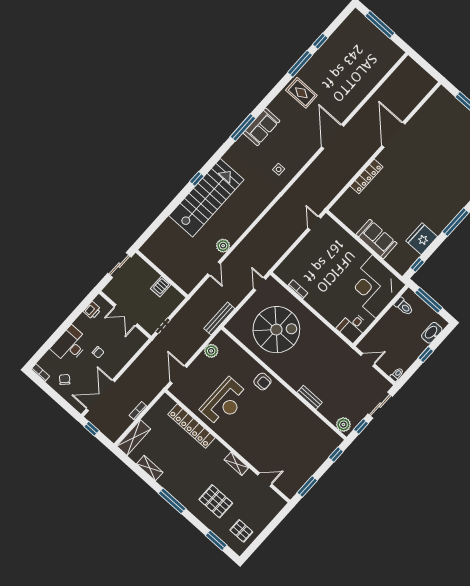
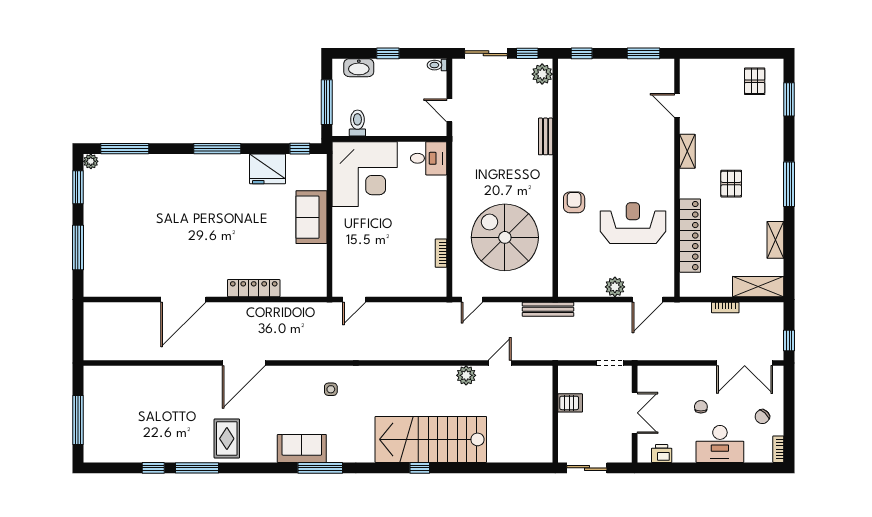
plant: (211, 351) -> (615, 287), moved
pallet: (216, 501) -> (731, 184), moved, width x0.67, depth x0.71

